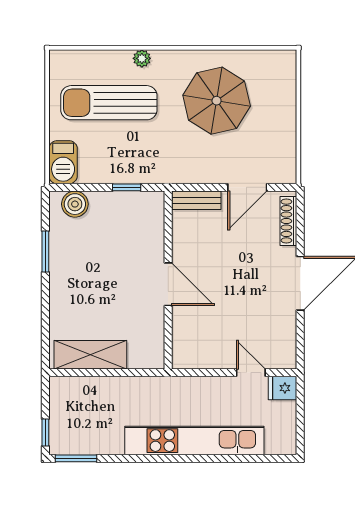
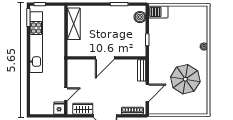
sun lounger: (109, 103) -> (184, 32), removed
door: (247, 187) -> (147, 93), swing flipped
wardrobe: (284, 334) -> (83, 109), added
kitchen unit: (194, 441) -> (36, 42), moved

